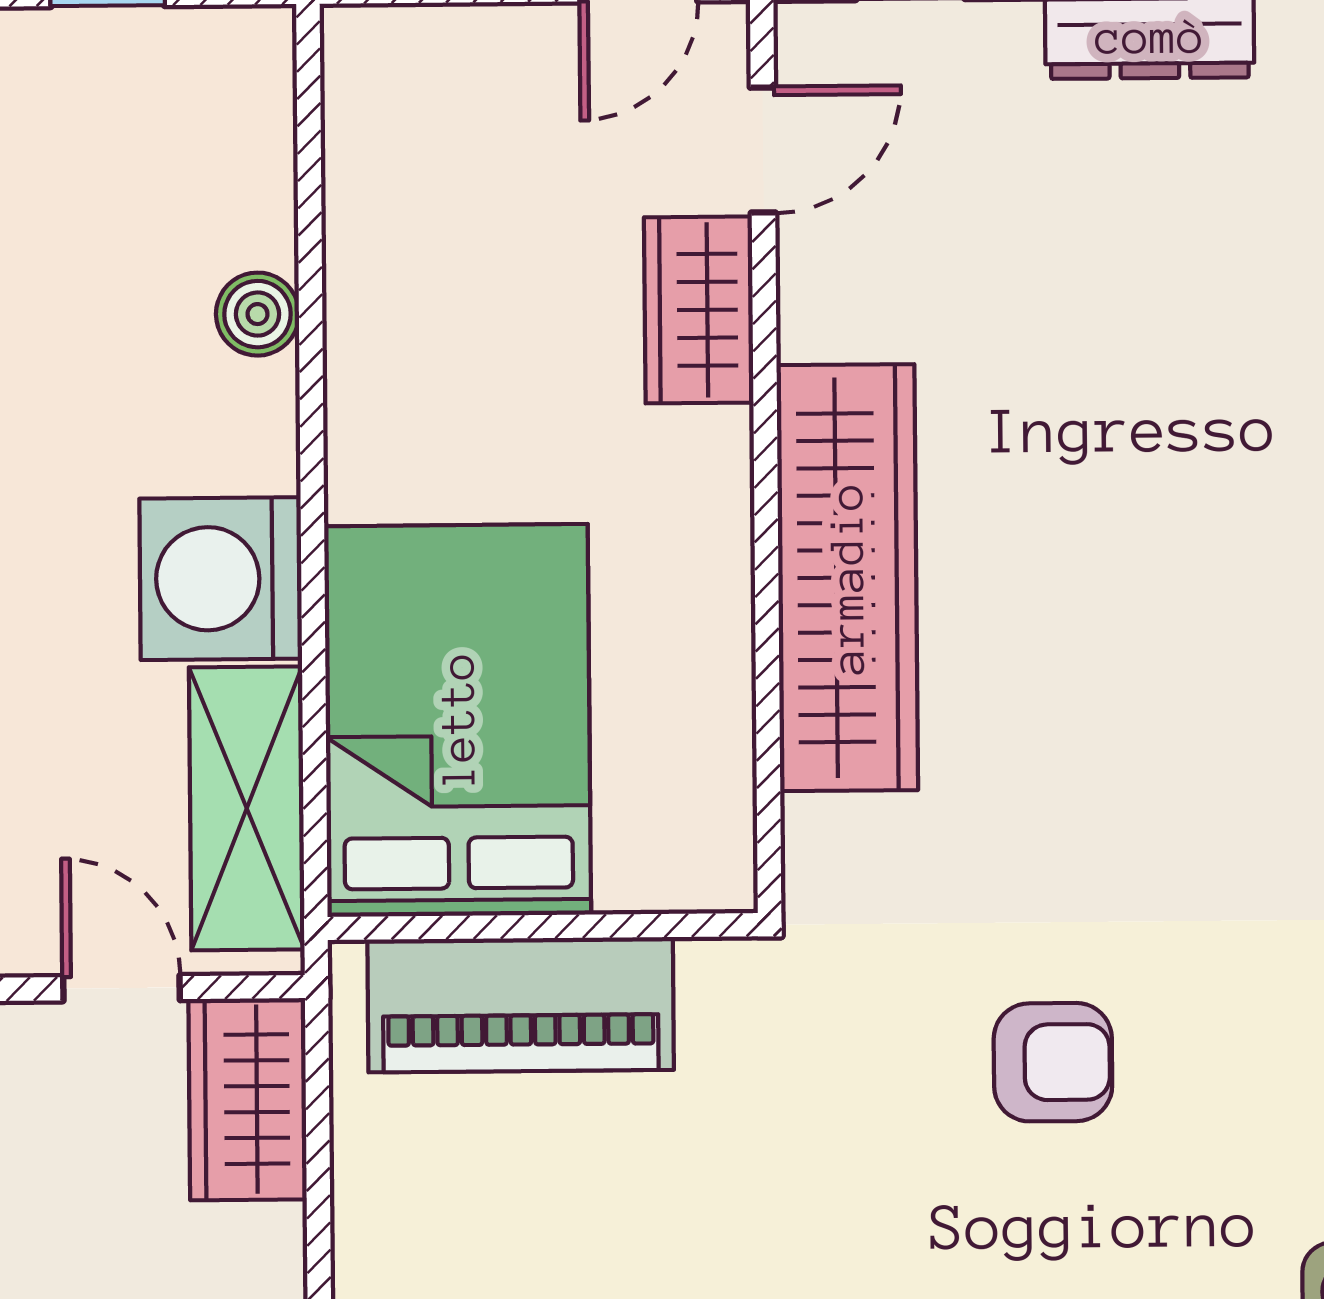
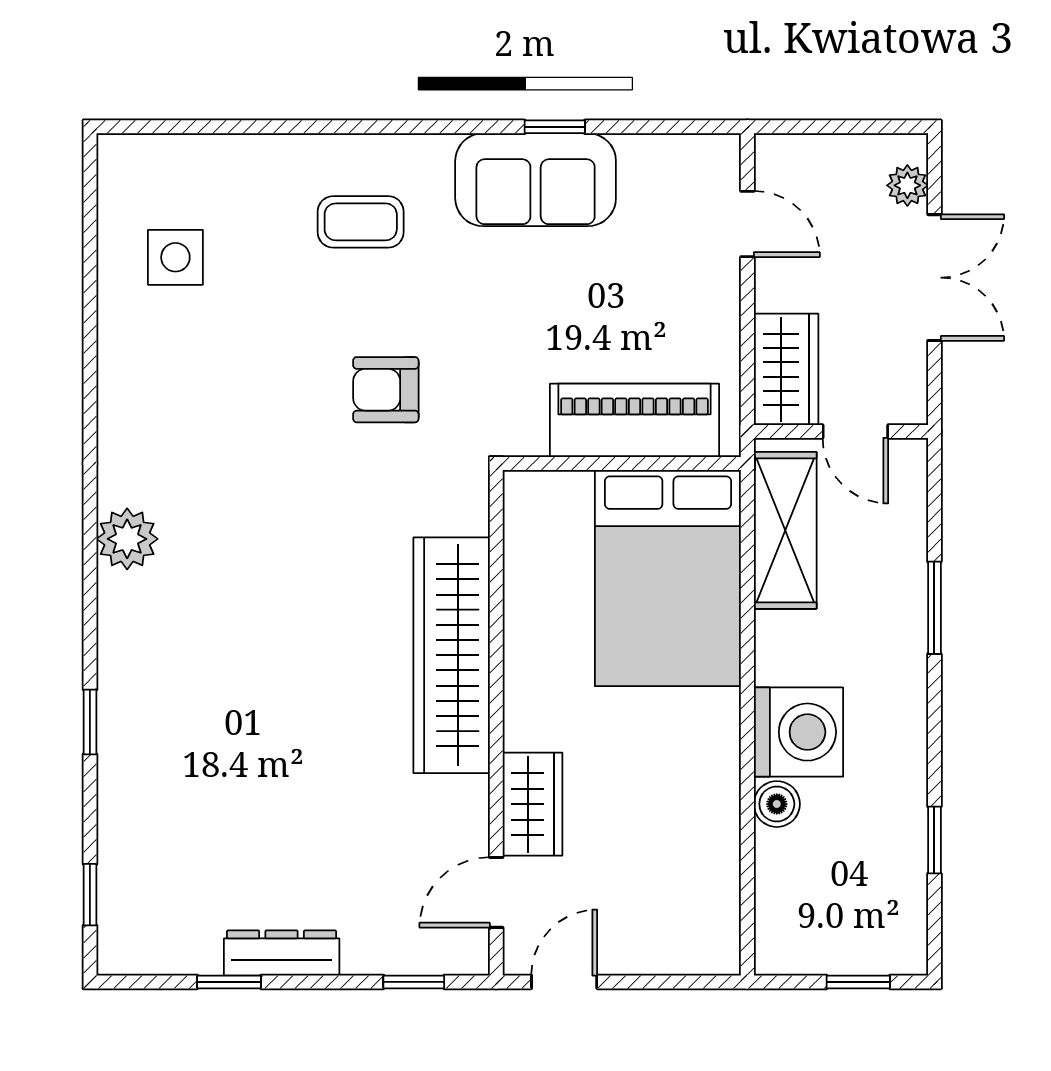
washing machine: (221, 579) -> (798, 732), moved
armchair: (1053, 1062) -> (386, 390), moved

